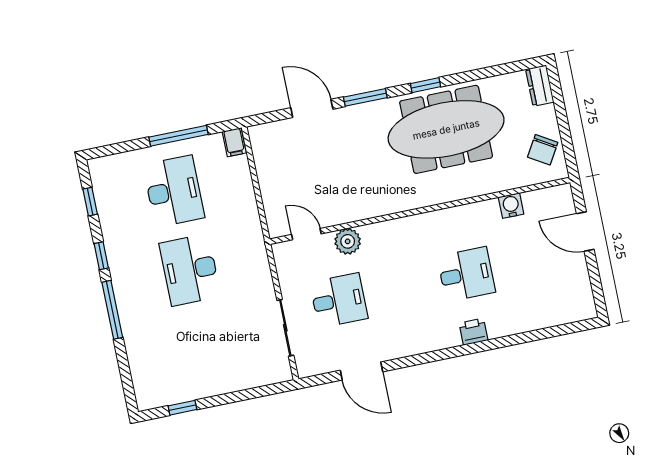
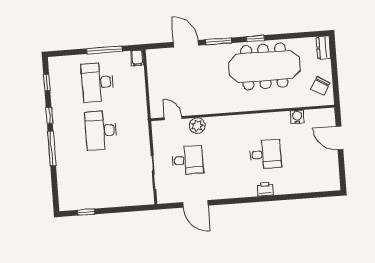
desk: (174, 191) -> (97, 83), turned 180

